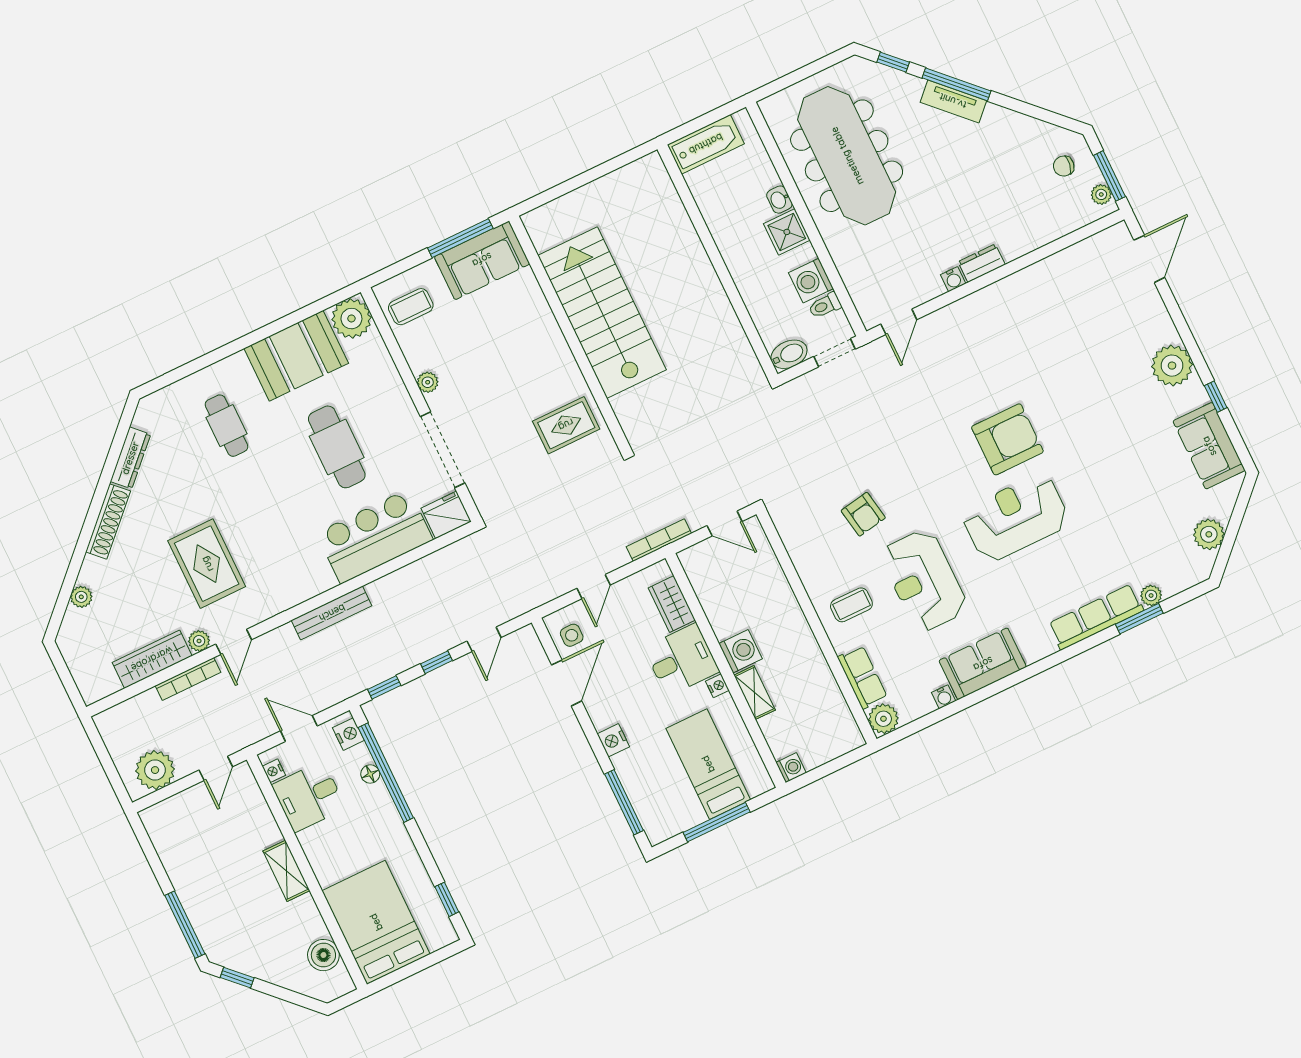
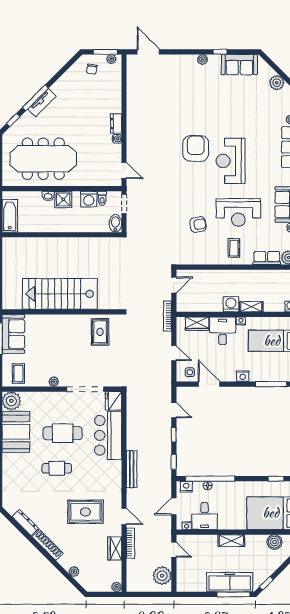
plant: (1172, 366) -> (203, 59), width x0.53, depth x0.53
cafe table: (226, 426) -> (57, 468), moved
plant: (199, 641) -> (117, 587), moved
wardrobe: (152, 659) -> (115, 548), width x0.67
freezer: (205, 906) -> (230, 582), added

